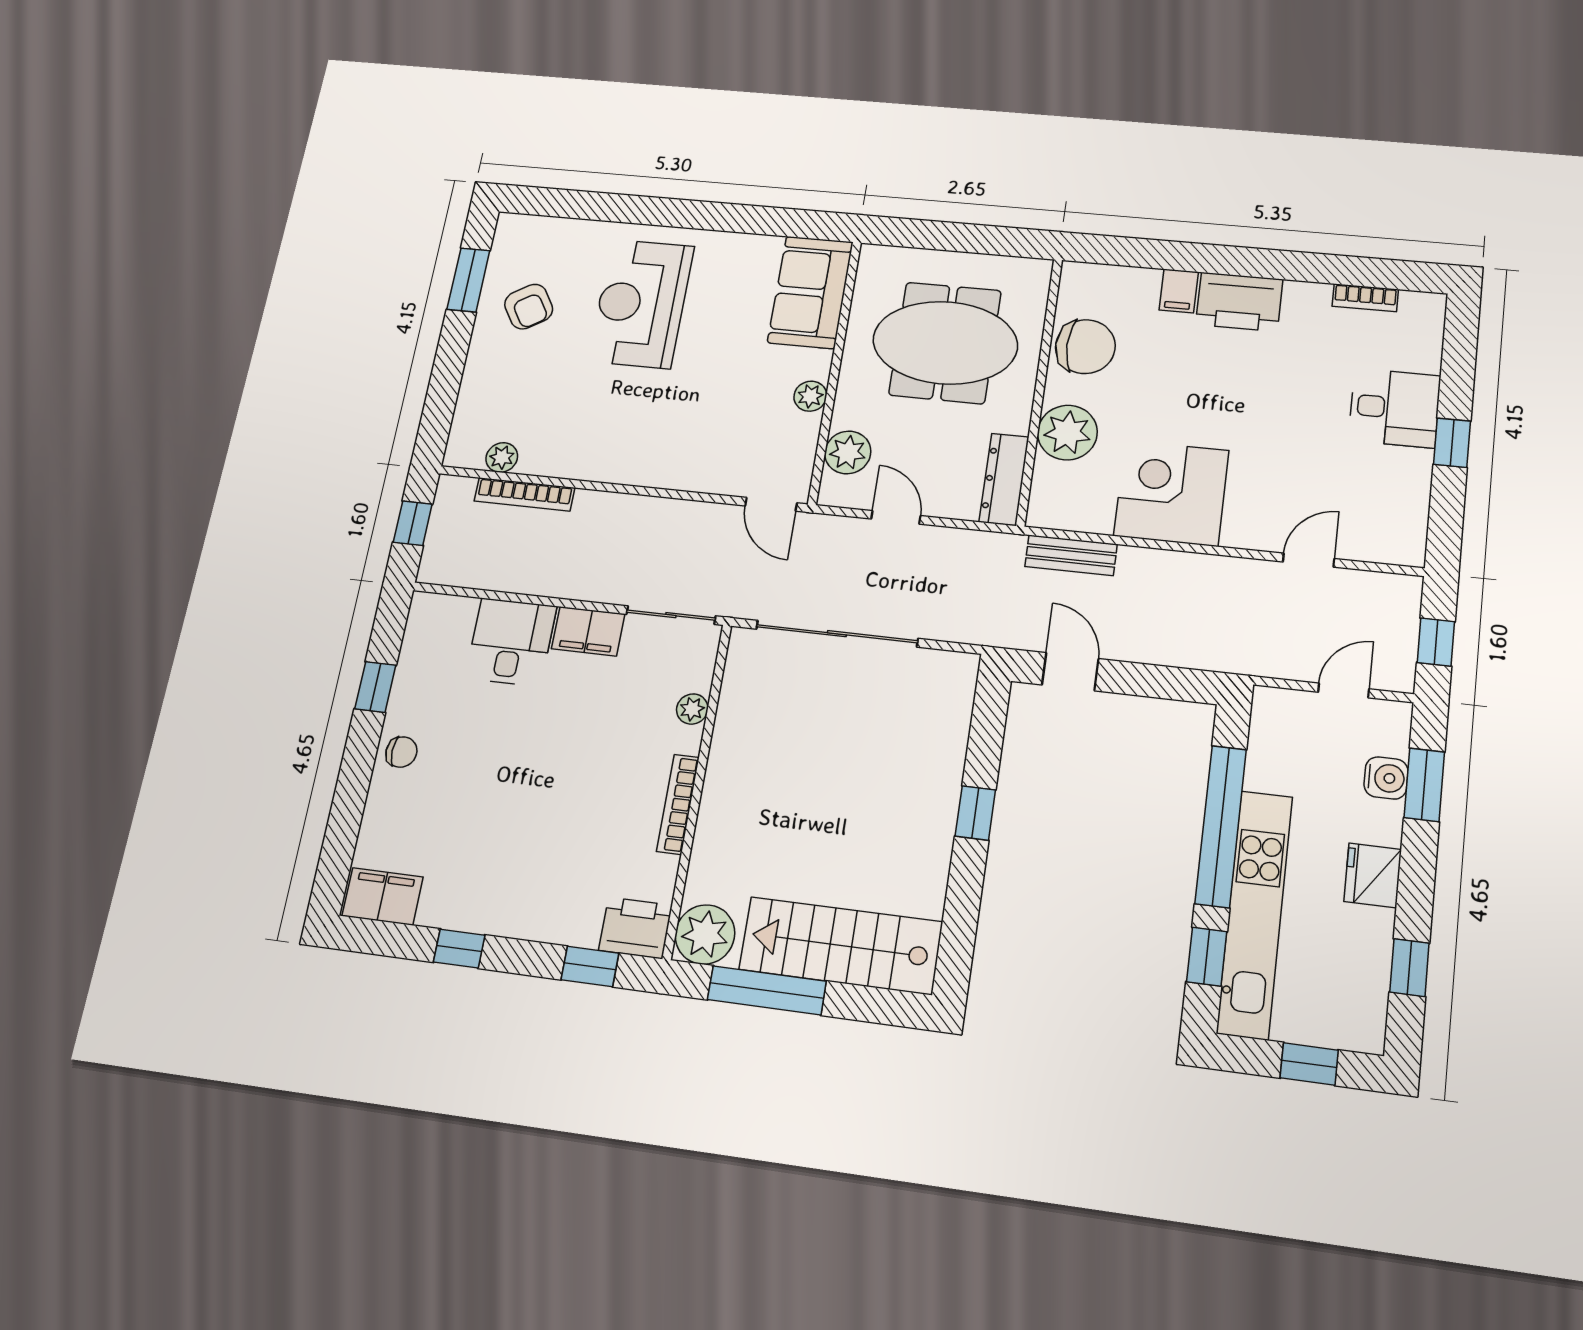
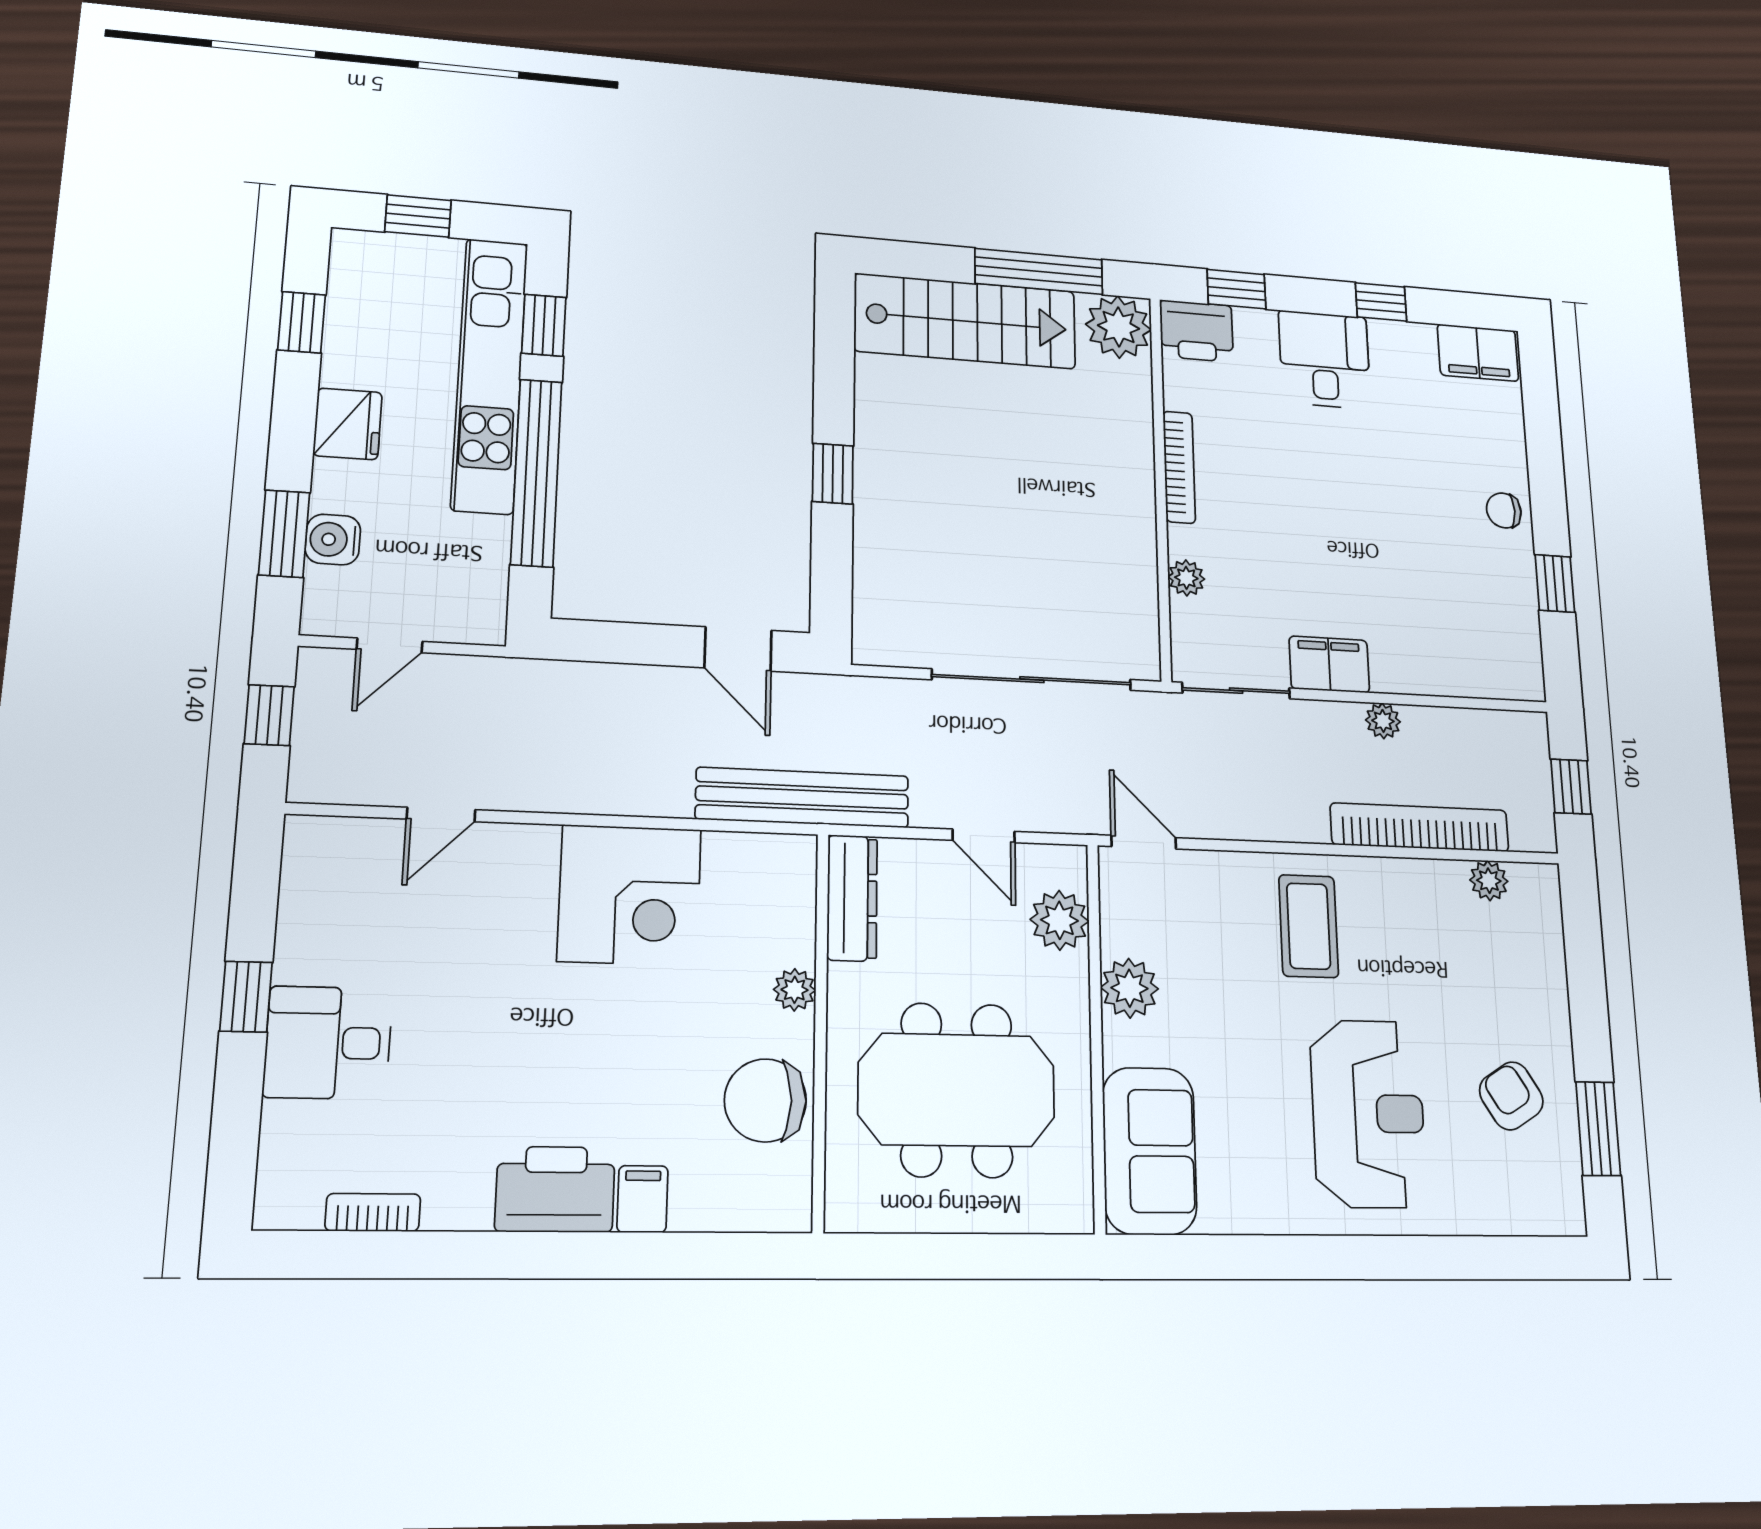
plant: (810, 396) -> (1129, 988), width x1.38, depth x1.38
plant: (1067, 433) -> (795, 990), width x0.53, depth x0.53
coffee table: (655, 435) -> (1309, 926), added
bookcase: (524, 494) -> (1420, 827), width x1.48, depth x1.31
bench: (1071, 555) -> (803, 798), width x1.86, depth x1.21
plant: (555, 584) -> (1383, 721), added
desk: (511, 642) -> (1324, 360), moved, turned 180

